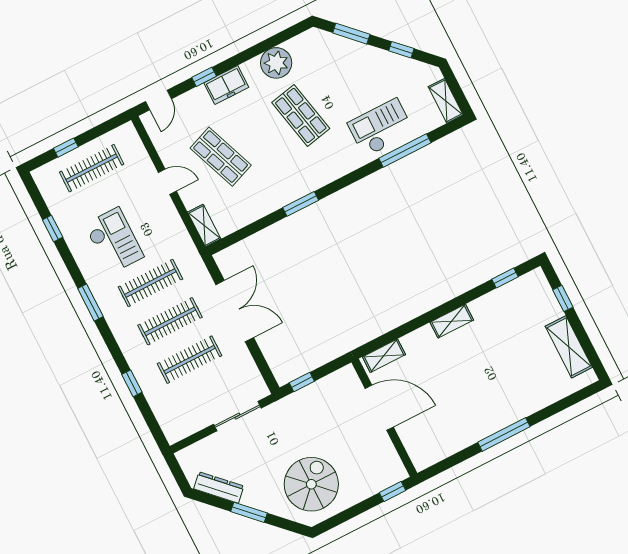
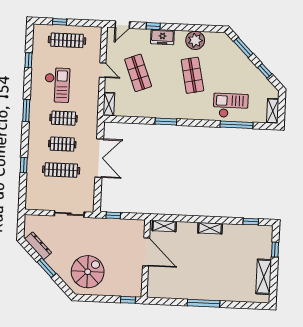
clothes rail: (150, 283) -> (63, 118), width x0.73
clothes rail: (170, 321) -> (62, 144), width x0.73

